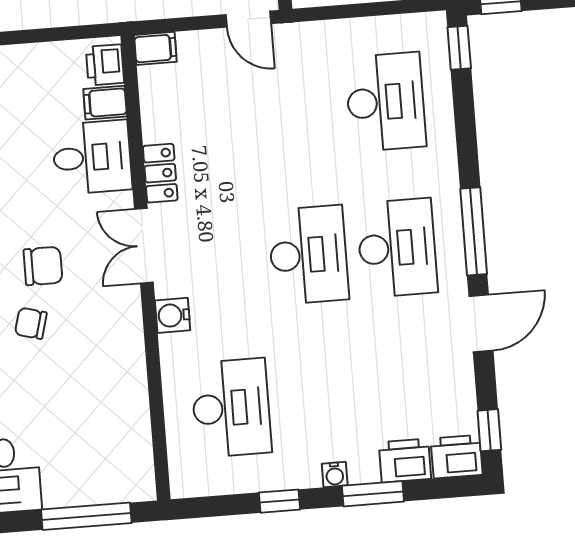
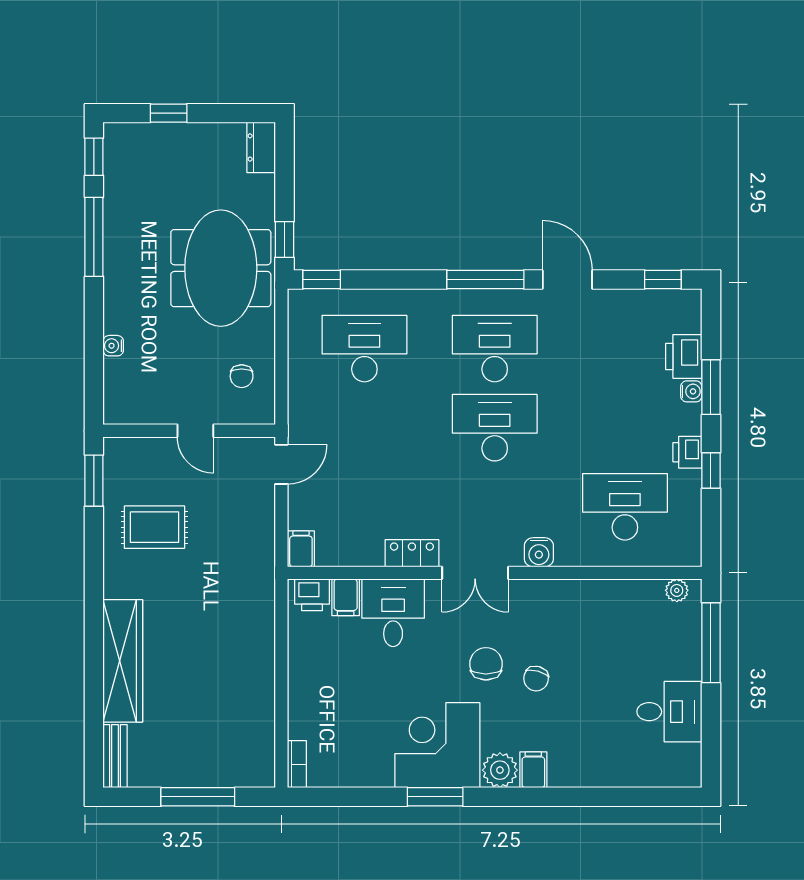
printer: (457, 457) -> (687, 452), moved, width x0.73, depth x0.81
plant: (142, 473) -> (677, 590), added
water cooler: (335, 475) -> (691, 391), moved

